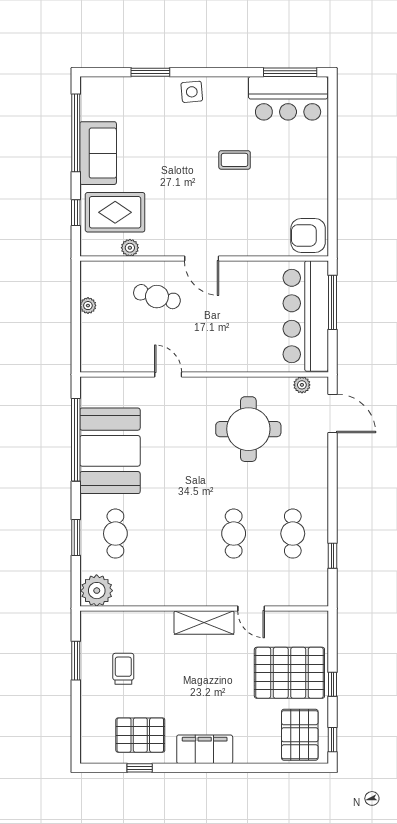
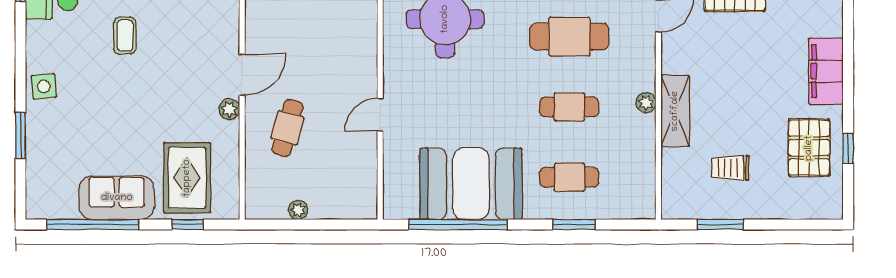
plant: (130, 248) -> (229, 109), moved
cafe table: (175, 534) -> (569, 107), added
cafe table: (234, 534) -> (569, 37), width x1.37, depth x1.35
plant: (97, 591) -> (646, 103), moved, width x0.53, depth x0.53
shelving: (204, 622) -> (675, 111), moved

